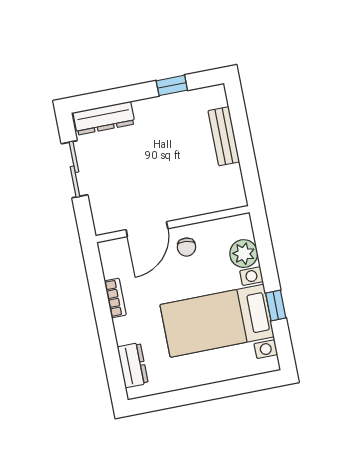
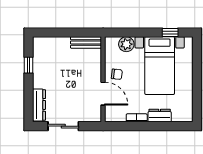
bench: (224, 136) -> (86, 42), moved
window: (276, 305) -> (170, 32), moved
dresser: (133, 365) -> (160, 116), moved

